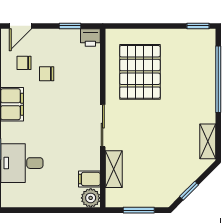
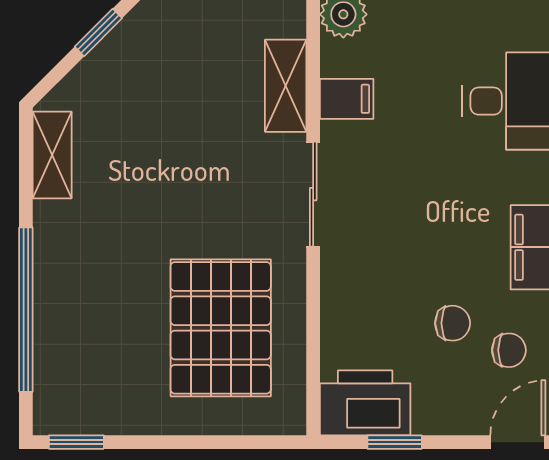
printer: (90, 37) -> (365, 403), width x1.87, depth x1.48
filing cabinet: (89, 179) -> (347, 99), moved

